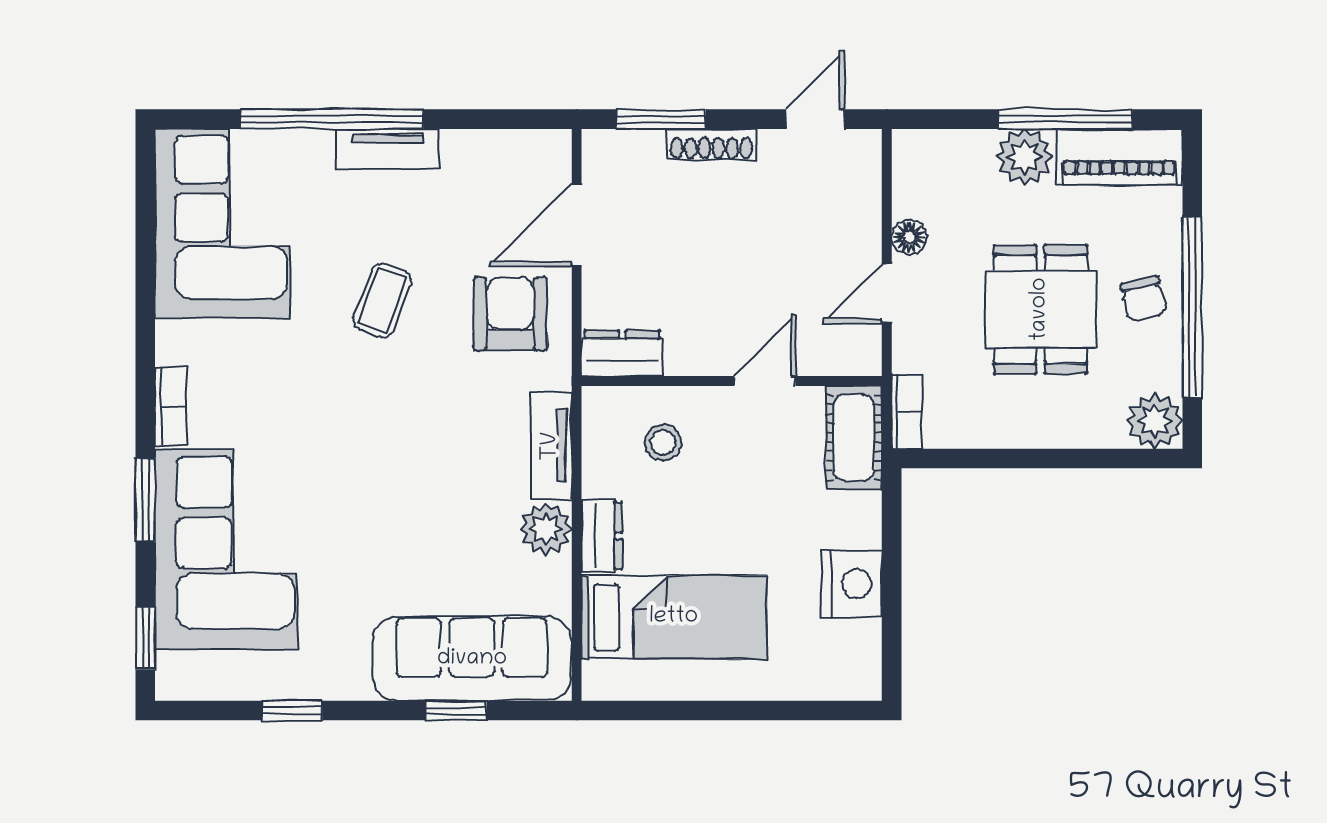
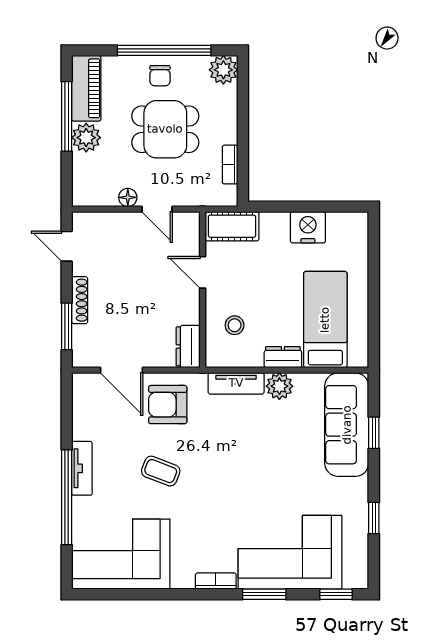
chair: (1143, 299) -> (160, 76), turned 103
bookcase: (907, 411) -> (230, 165), moved, turned -90

